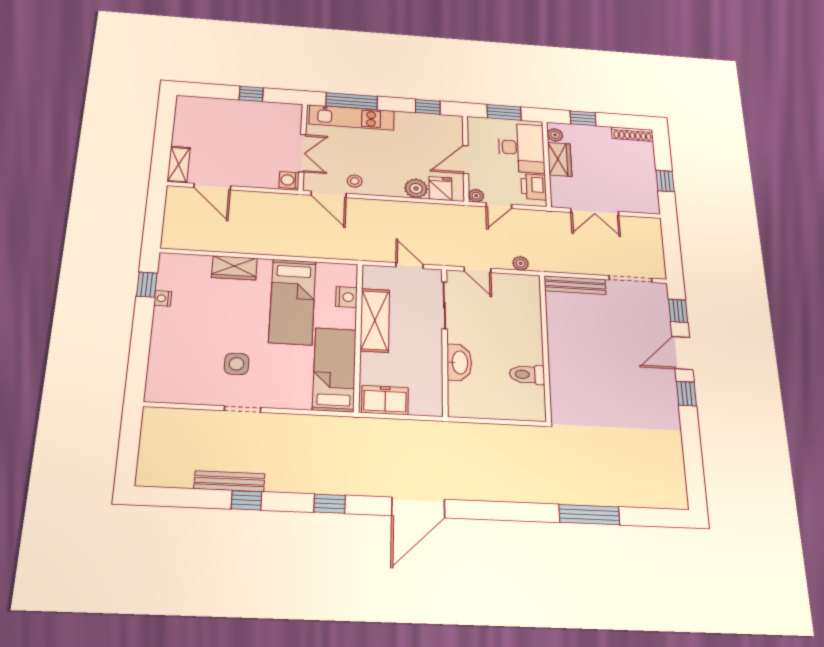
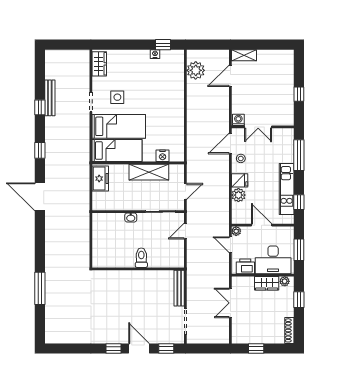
kitchen unit: (352, 117) -> (287, 189), moved
fridge: (441, 188) -> (240, 180), moved
plant: (521, 263) -> (196, 70), moved, width x1.87, depth x1.87
wardrobe: (234, 268) -> (99, 64), moved, turned 180
bed: (292, 302) -> (119, 126), moved, turned 180
washbasin: (459, 362) -> (131, 218), width x0.52, depth x0.69
toilet: (527, 375) -> (141, 258), moved

